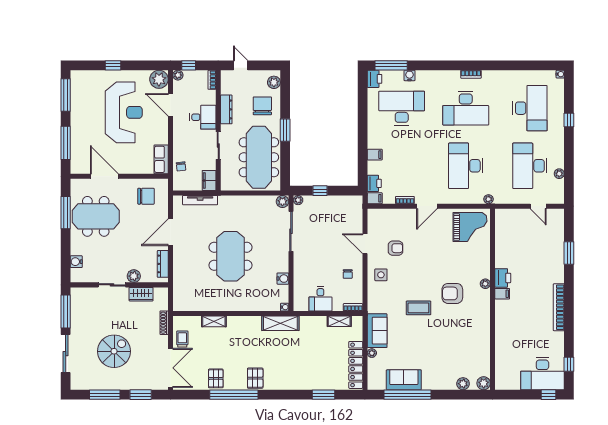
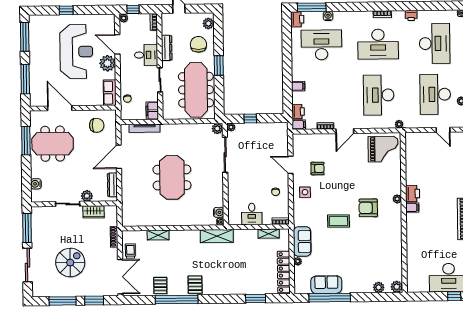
printer: (504, 76) -> (411, 15), added
plant: (159, 79) -> (107, 63), moved
water cooler: (283, 279) -> (219, 212), moved

